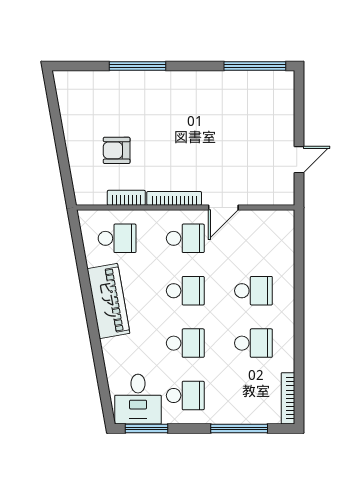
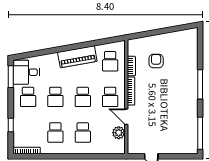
window: (138, 66) -> (200, 84), moved
plant: (254, 222) -> (119, 133), added
window: (239, 429) -> (11, 125), width x0.46

